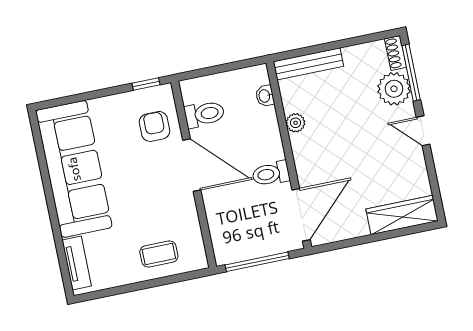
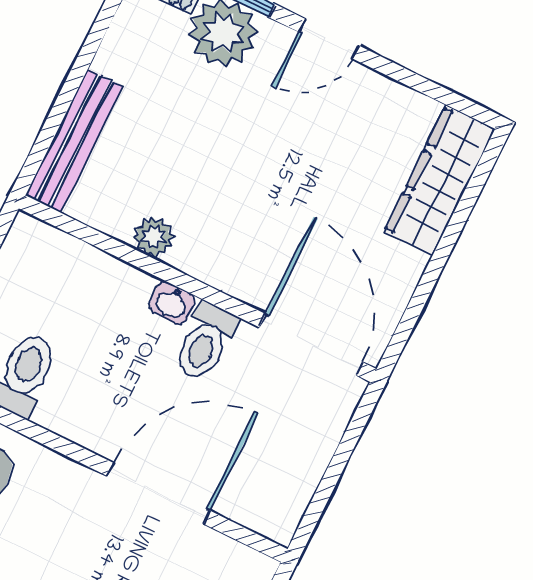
washbasin: (265, 96) -> (172, 303), moved
door: (192, 165) -> (159, 493), moved
window: (257, 262) -> (332, 476), removed

